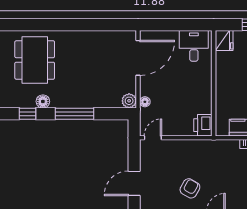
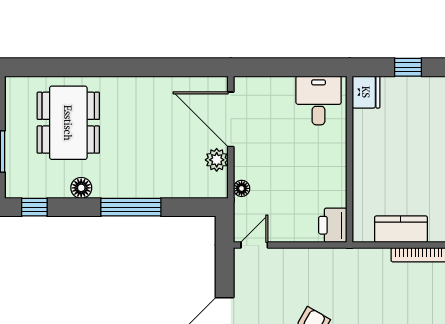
door: (138, 58) -> (231, 119), swing flipped
plant: (129, 101) -> (217, 160), moved
window: (28, 114) -> (34, 207), moved

